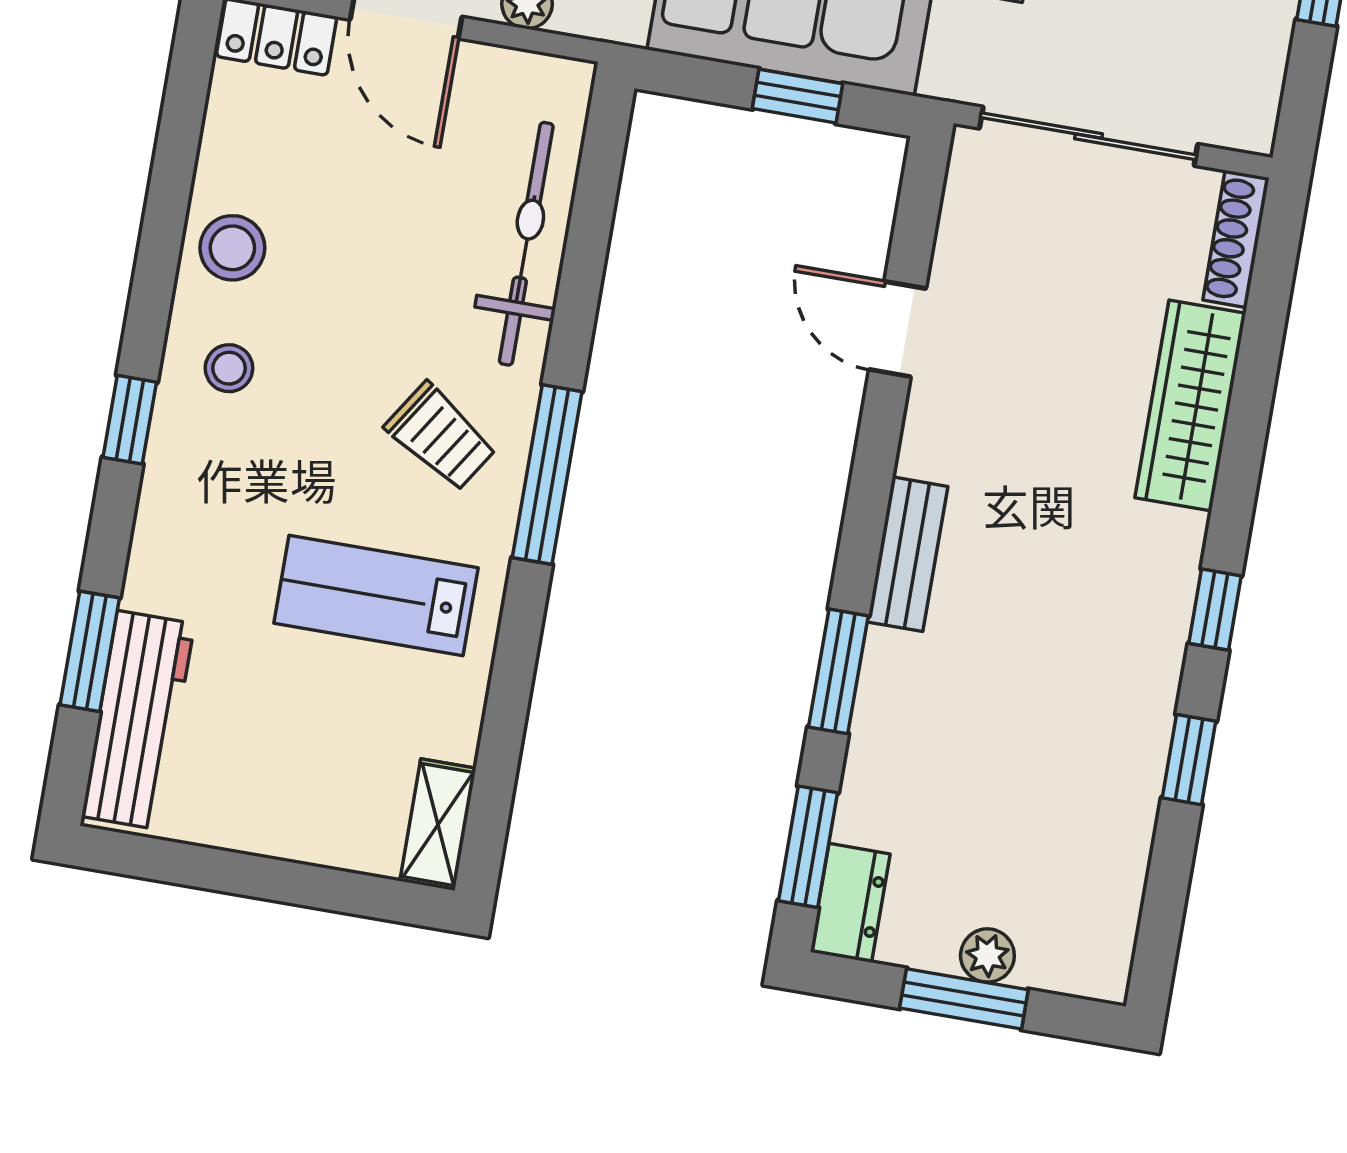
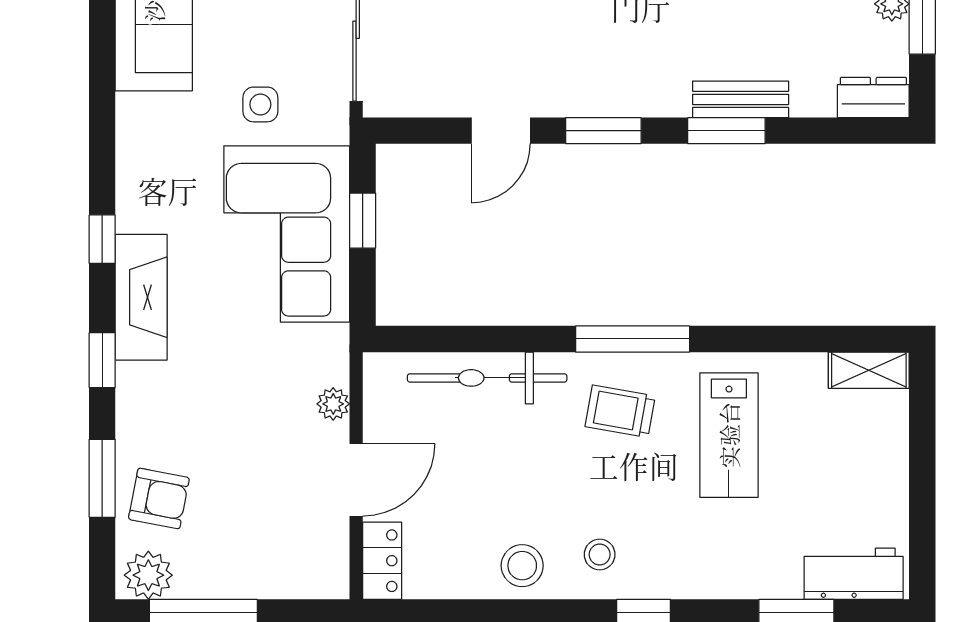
trolley: (441, 437) -> (620, 411), turned -113
bench: (908, 554) -> (741, 99), moved
workbench: (138, 720) -> (854, 574), width x0.73
window: (808, 847) -> (603, 131), moved

